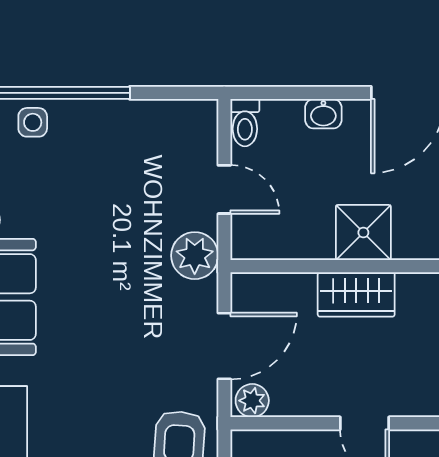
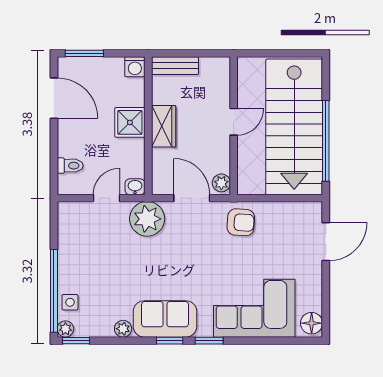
washbasin: (323, 114) -> (135, 187), moved, turned -90
toilet: (245, 123) -> (70, 166), moved
plant: (195, 256) -> (147, 219), width x1.36, depth x1.36

